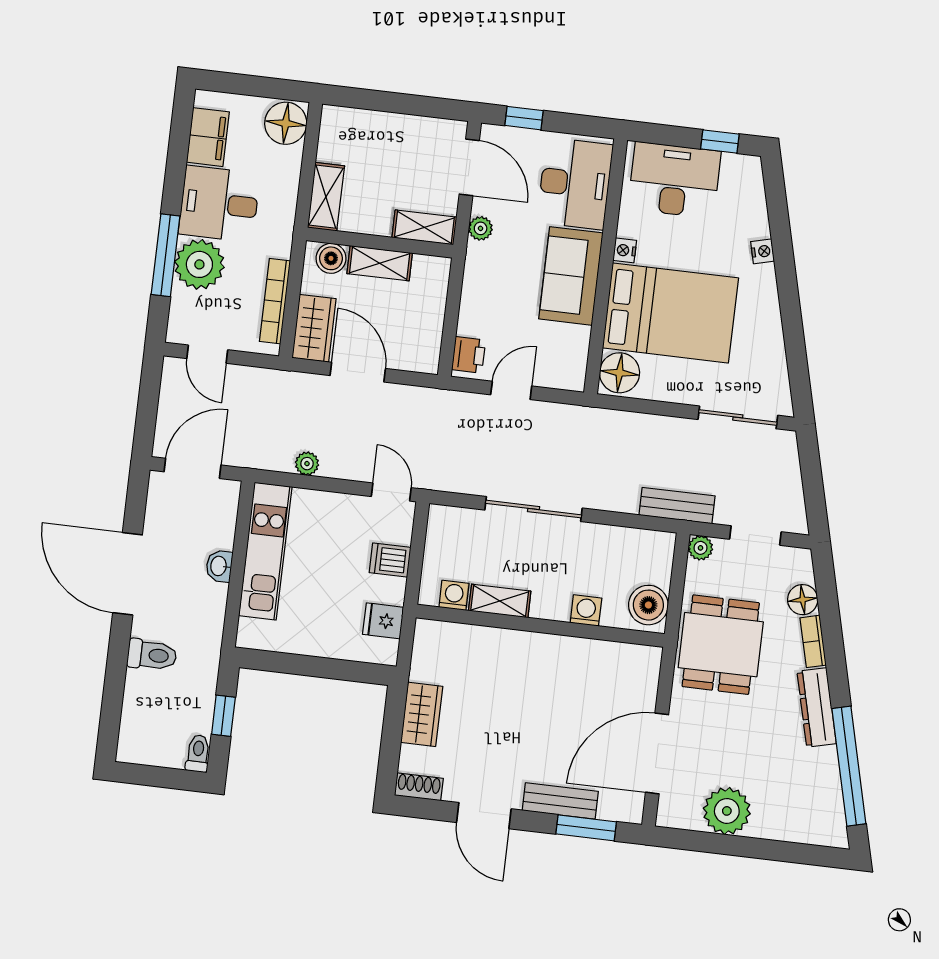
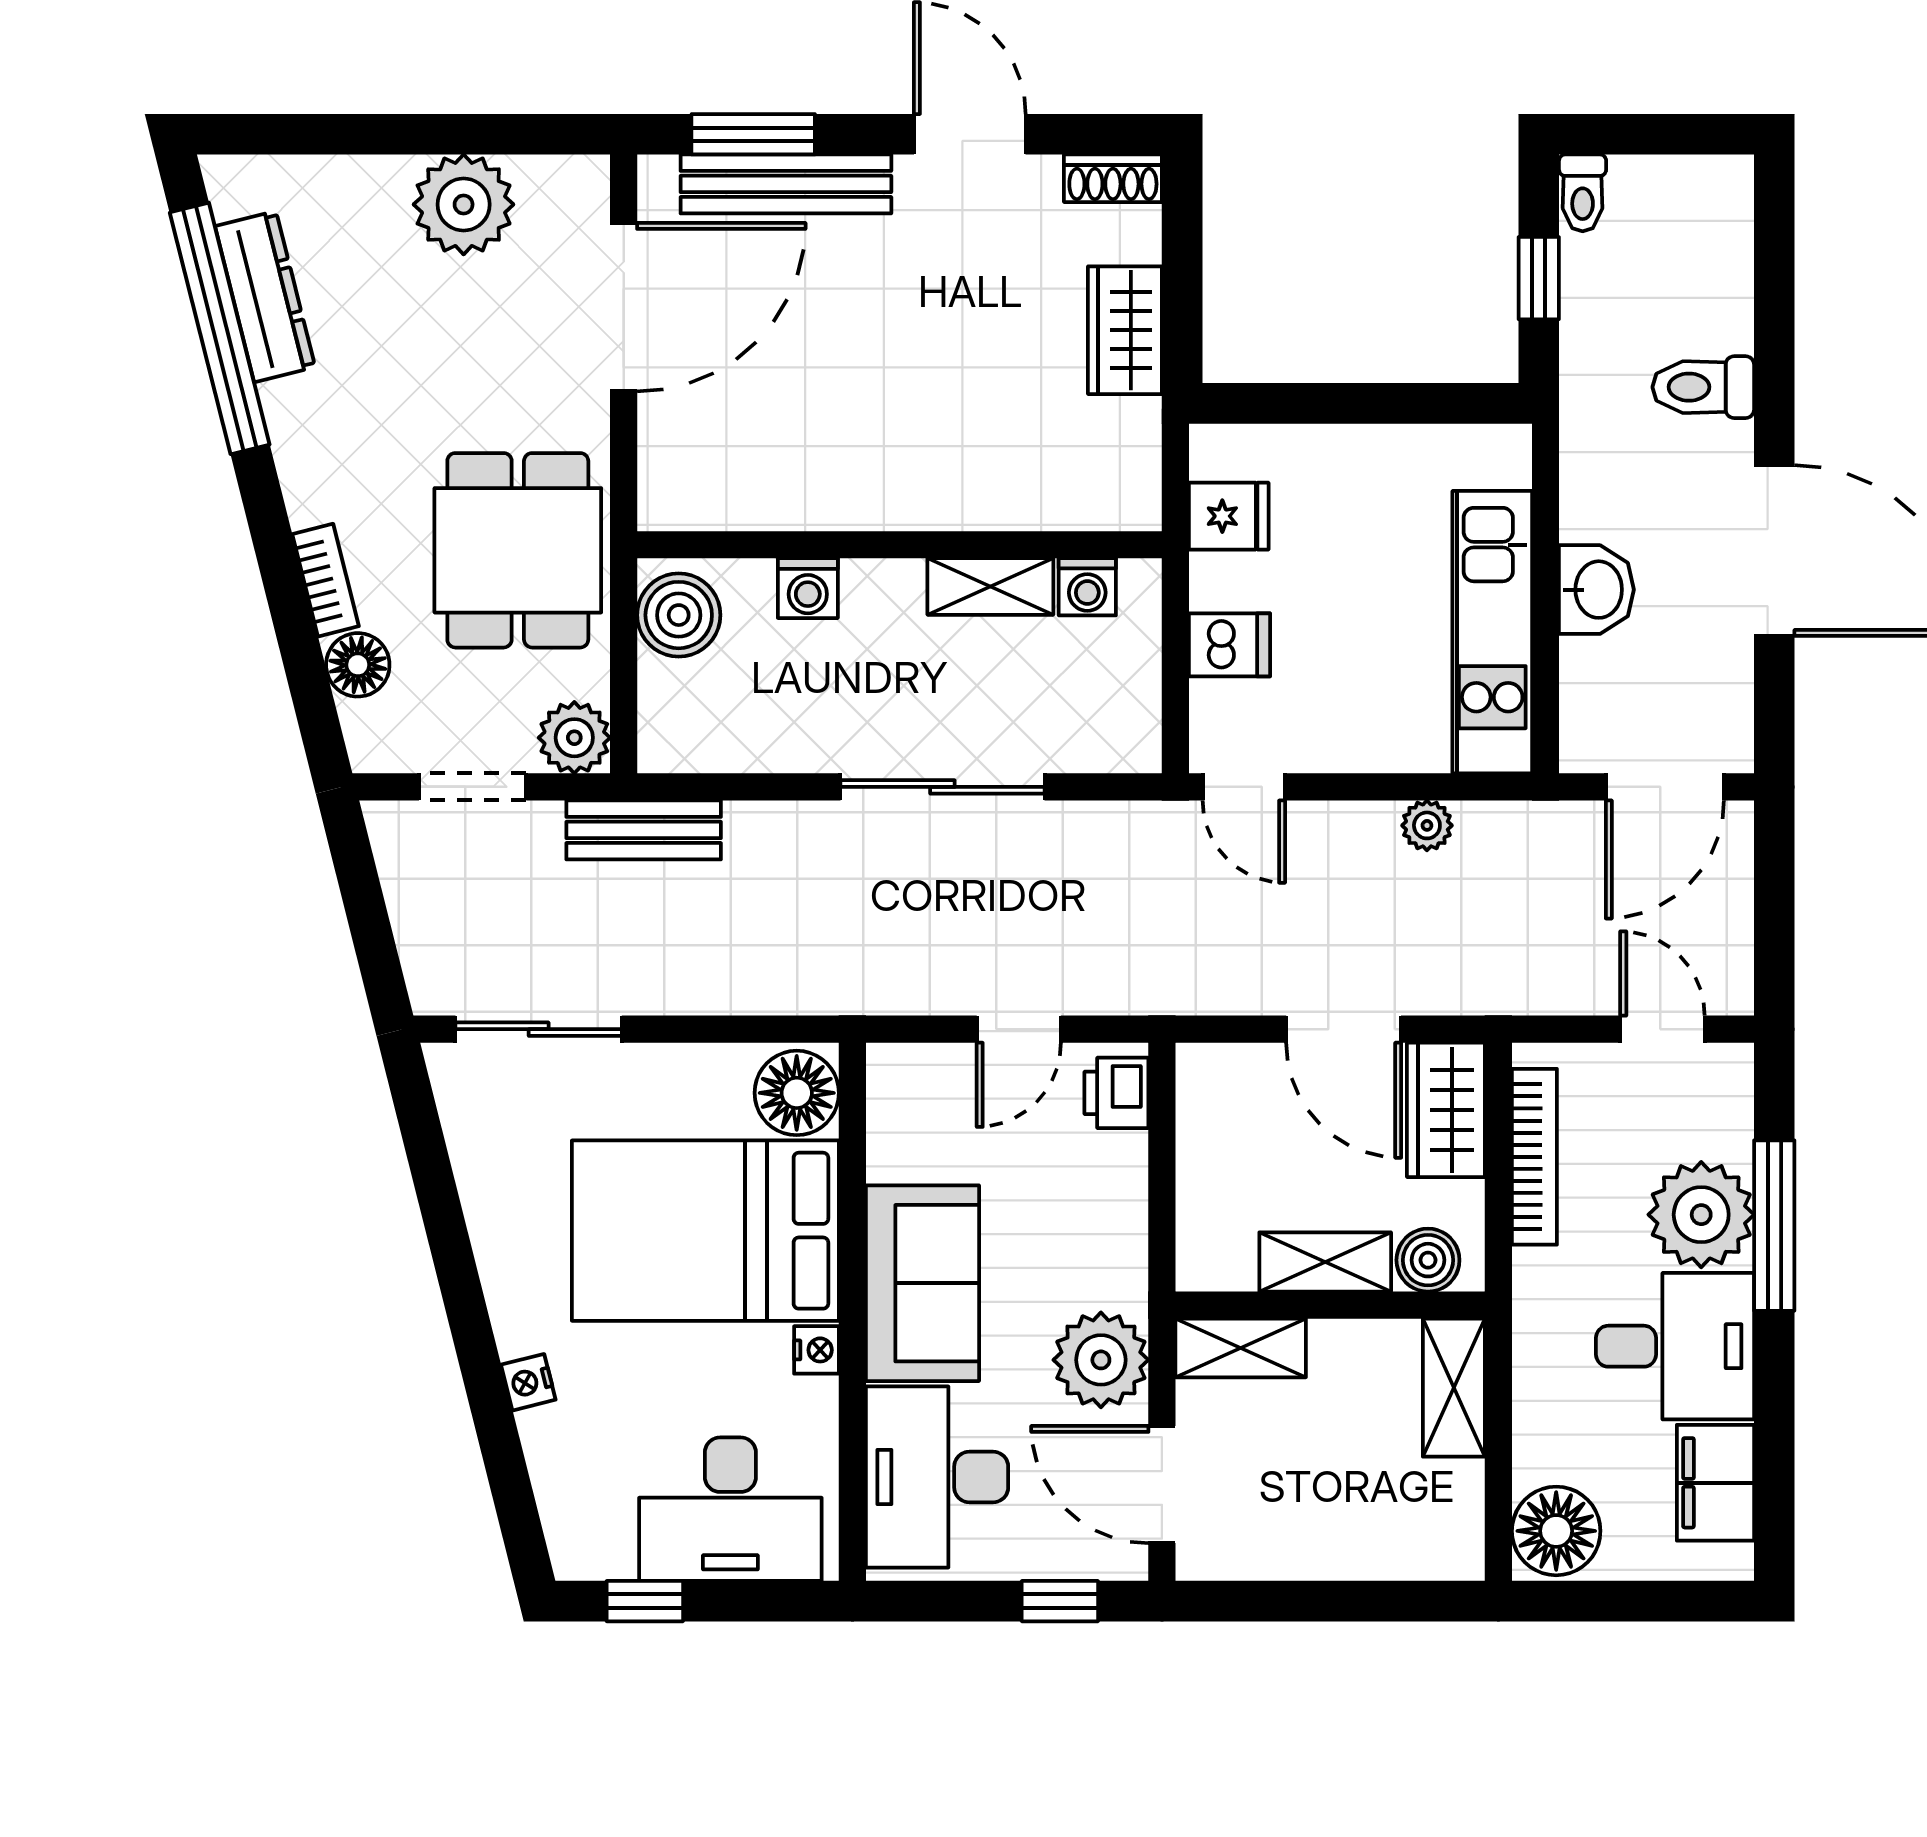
plant: (481, 228) -> (1101, 1360), width x1.88, depth x1.88
plant: (700, 548) -> (574, 738), width x1.38, depth x1.38
washbasin: (219, 566) -> (1596, 590), width x1.38, depth x1.45
dresser: (817, 707) -> (265, 297), moved
bench: (560, 801) -> (786, 184), width x1.36

